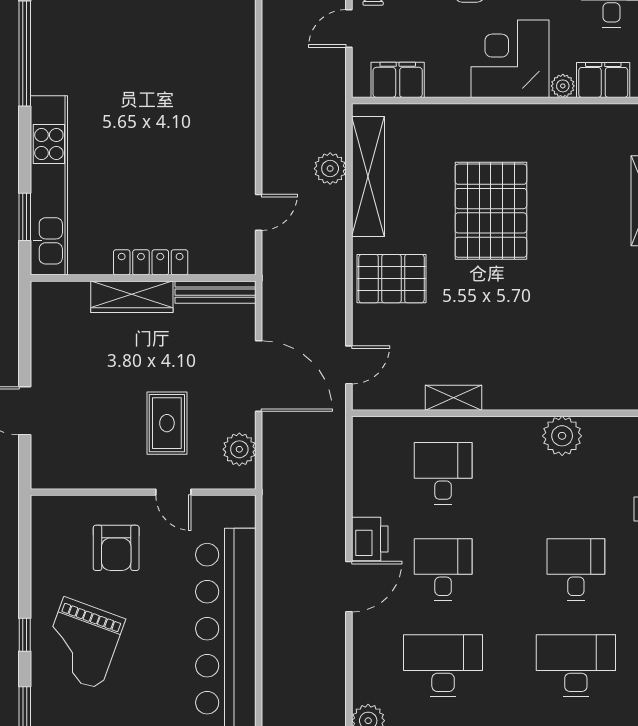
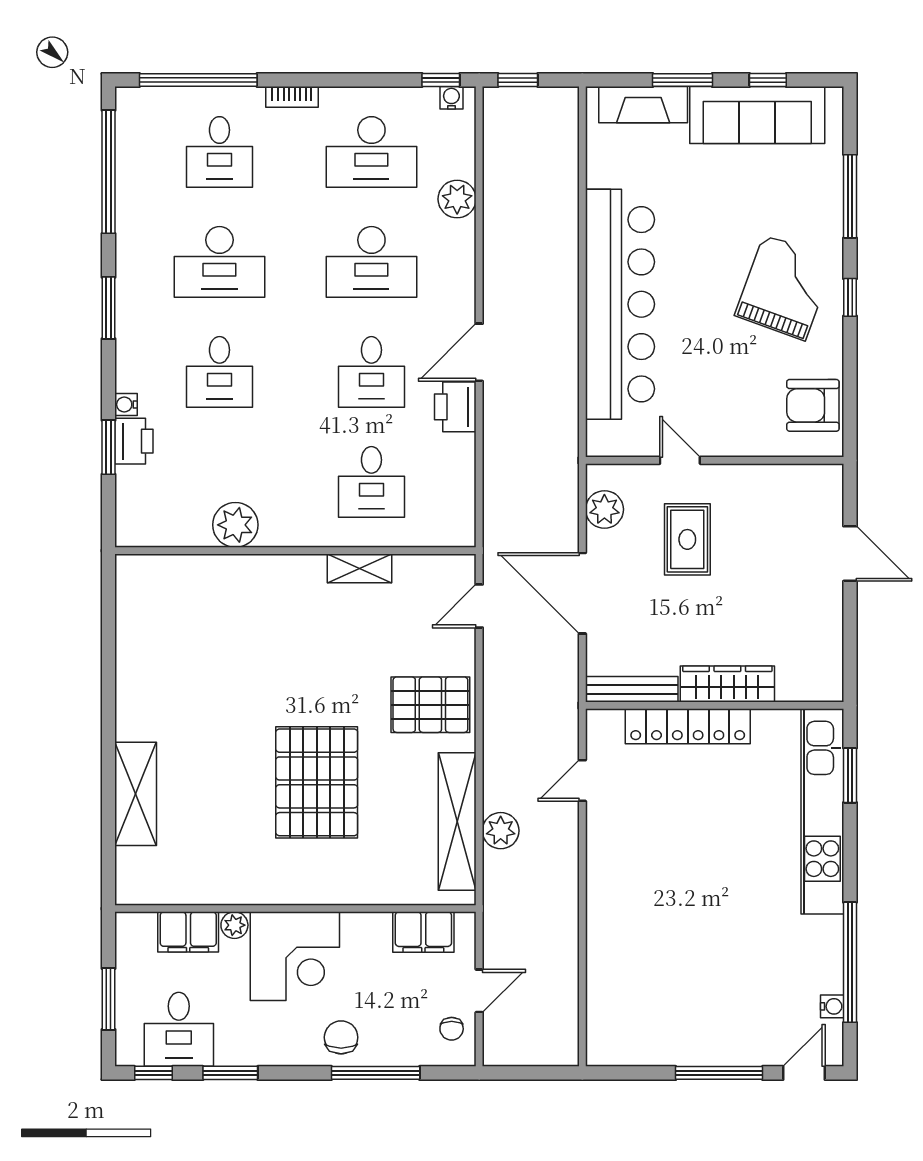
water cooler: (40, 15) -> (832, 1006), added
locker: (151, 262) -> (688, 726), width x1.41, depth x1.21
armchair: (116, 548) -> (813, 405), moved, turned -90

